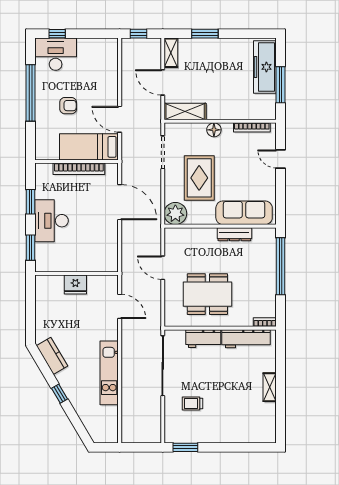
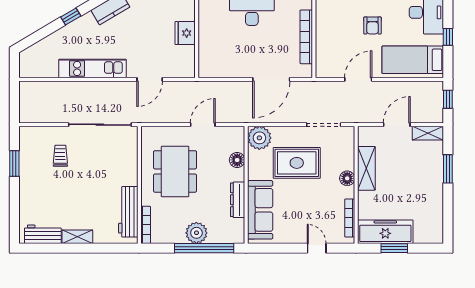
window: (57, 34) -> (448, 37), moved
freezer: (265, 67) -> (385, 232), moved
window: (281, 85) -> (394, 248), width x0.69
shelving: (185, 111) -> (366, 168), moved
bed: (89, 147) -> (413, 60), moved, turned -90
door: (281, 159) -> (317, 248), hinge flipped
floor lamp: (196, 235) -> (237, 160), added
plant: (266, 274) -> (196, 233), added
door: (120, 306) -> (150, 79), moved
bookcase: (265, 322) -> (146, 225), width x1.56
workbench: (203, 339) -> (43, 234), moved, turned 90
window: (185, 447) -> (14, 163), moved

